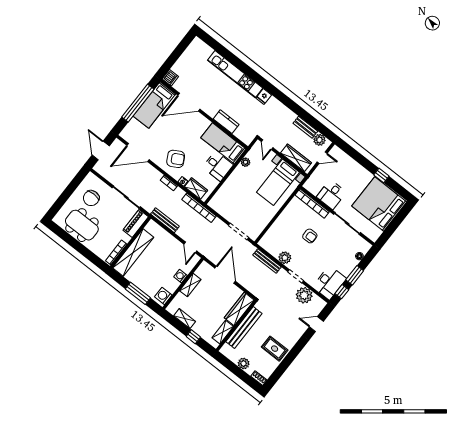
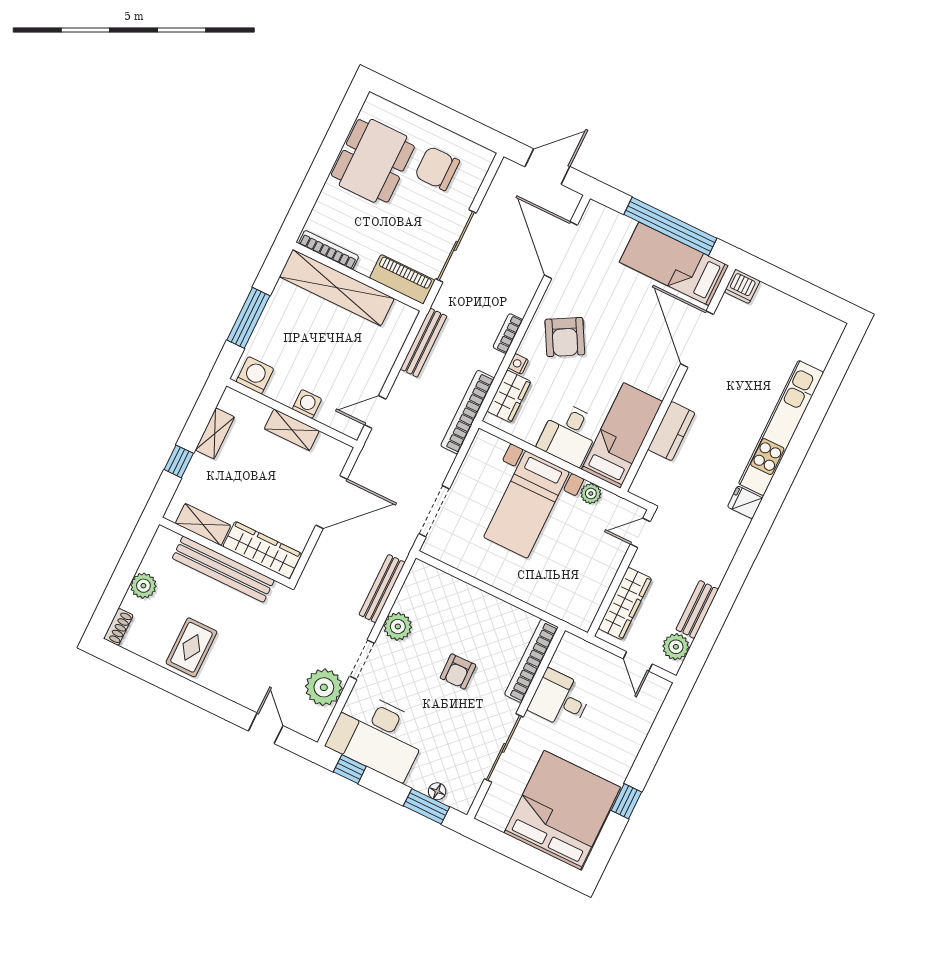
bed with nightstands: (278, 182) -> (526, 505), moved, turned -90
window: (355, 275) -> (426, 806), moved
desk: (329, 283) -> (378, 736), width x1.36, depth x1.30

